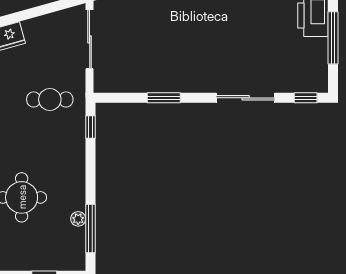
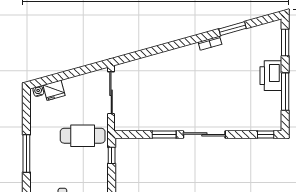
sliding door: (246, 98) -> (204, 134), moved
cafe table: (50, 99) -> (83, 136), width x1.37, depth x1.35

